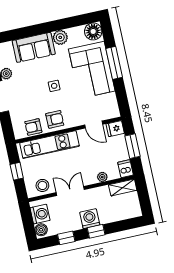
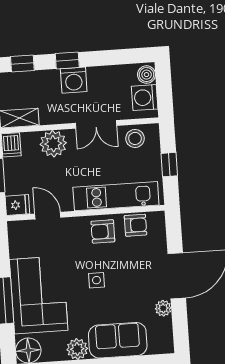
plant: (102, 177) -> (53, 144), width x1.87, depth x1.87
window: (66, 238) -> (22, 64), moved

